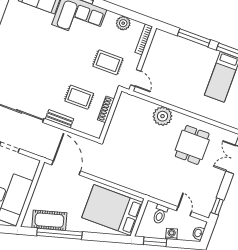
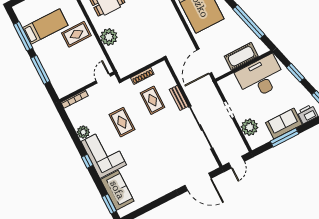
plant: (123, 23) -> (83, 132), moved
rug: (108, 62) -> (122, 122), moved
rug: (191, 94) -> (76, 34), added
cot: (49, 220) -> (241, 56), moved, turned -75

